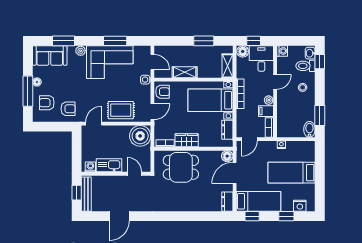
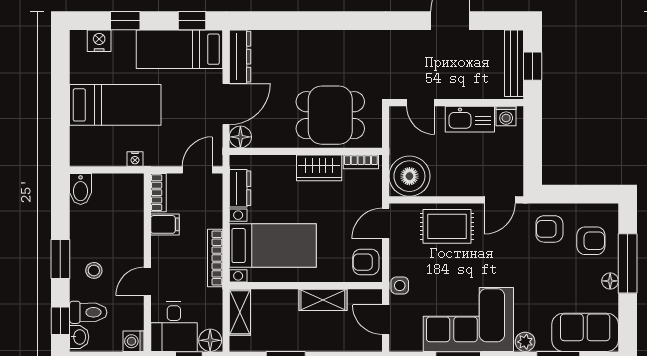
plant: (269, 100) -> (160, 246), removed
window: (320, 116) -> (60, 259), moved
dresser: (227, 202) -> (240, 57), width x1.44

